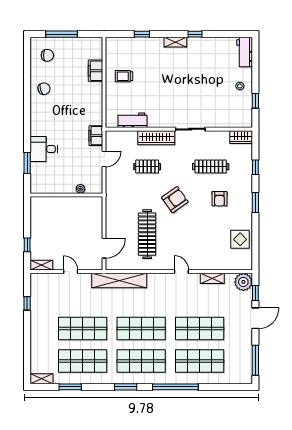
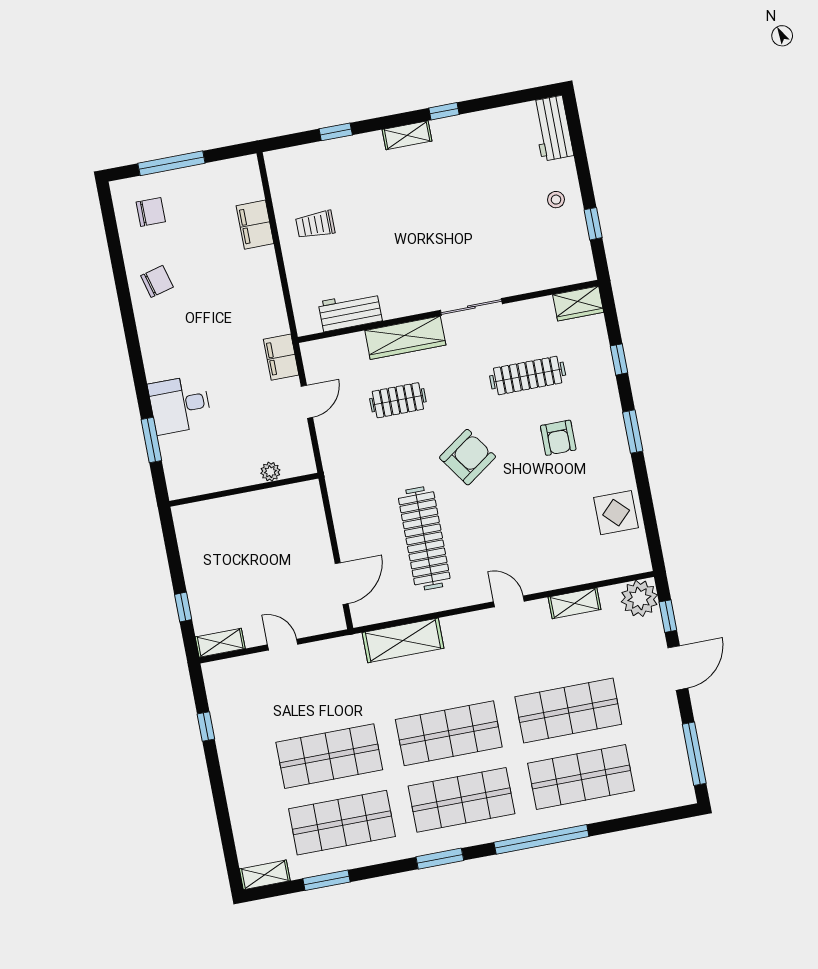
shelving: (119, 280) -> (403, 640), width x0.68

